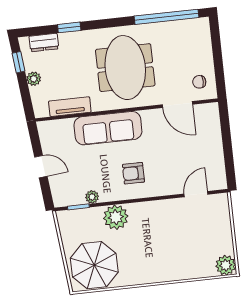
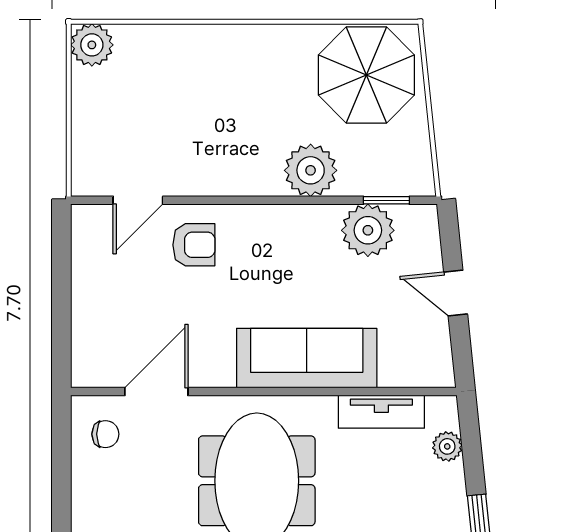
plant: (34, 79) -> (447, 446), moved
door: (177, 105) -> (156, 392), hinge flipped
armchair: (133, 173) -> (194, 245), moved
plant: (92, 197) -> (368, 230), width x1.88, depth x1.88

